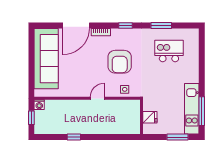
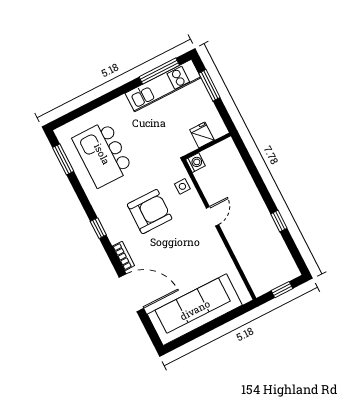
window: (161, 26) -> (63, 159), moved
kitchen island: (169, 51) -> (102, 154), width x1.37, depth x1.28
door: (97, 98) -> (212, 216), swing flipped
washing machine: (39, 105) -> (195, 163), moved

